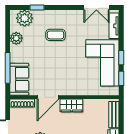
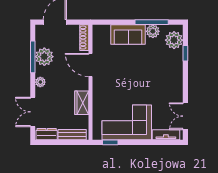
coffee table: (55, 35) -> (156, 73), removed
window: (121, 58) -> (132, 142), removed
window: (8, 68) -> (152, 22), moved
sofa: (19, 79) -> (128, 35), moved
wardrobe: (71, 105) -> (82, 103), moved

